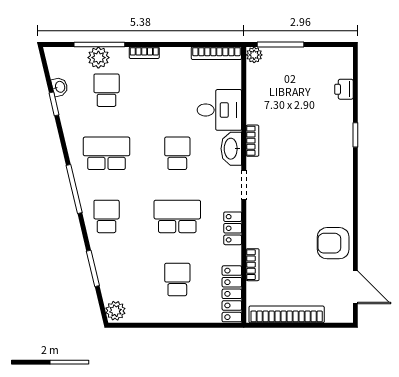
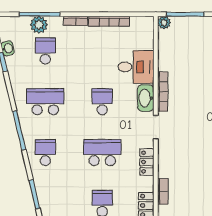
bookcase: (216, 53) -> (109, 21), moved
bookcase: (252, 141) -> (163, 92), width x1.56

